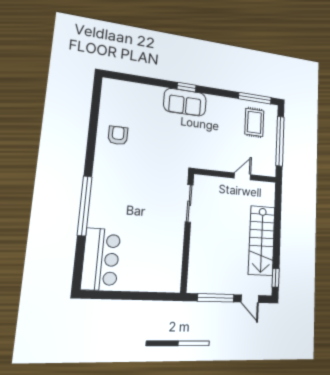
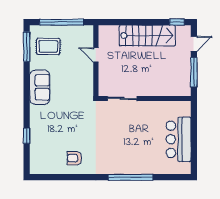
window: (186, 87) -> (27, 136), moved
sofa: (185, 102) -> (40, 87), moved
bar counter: (101, 259) -> (179, 139), moved, turned -90

